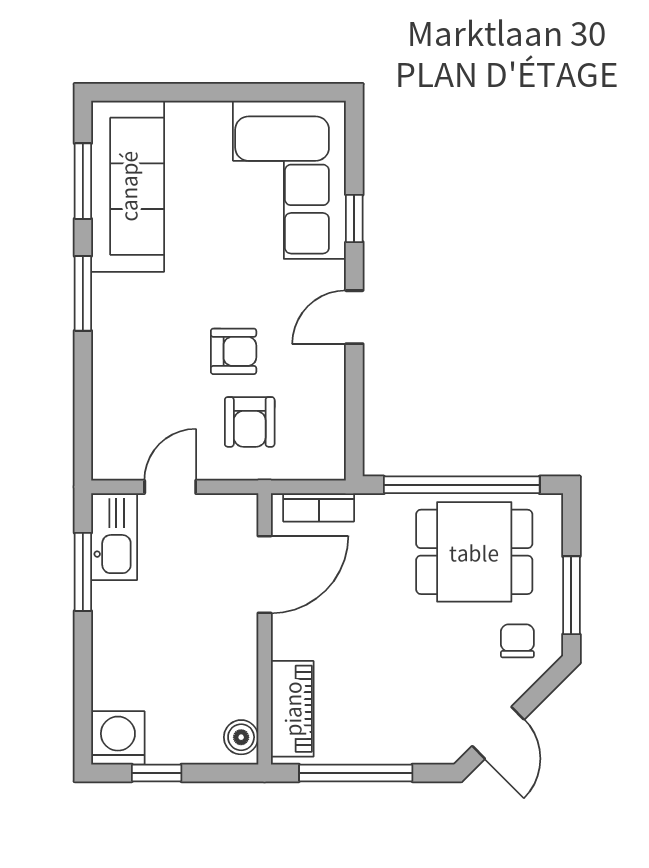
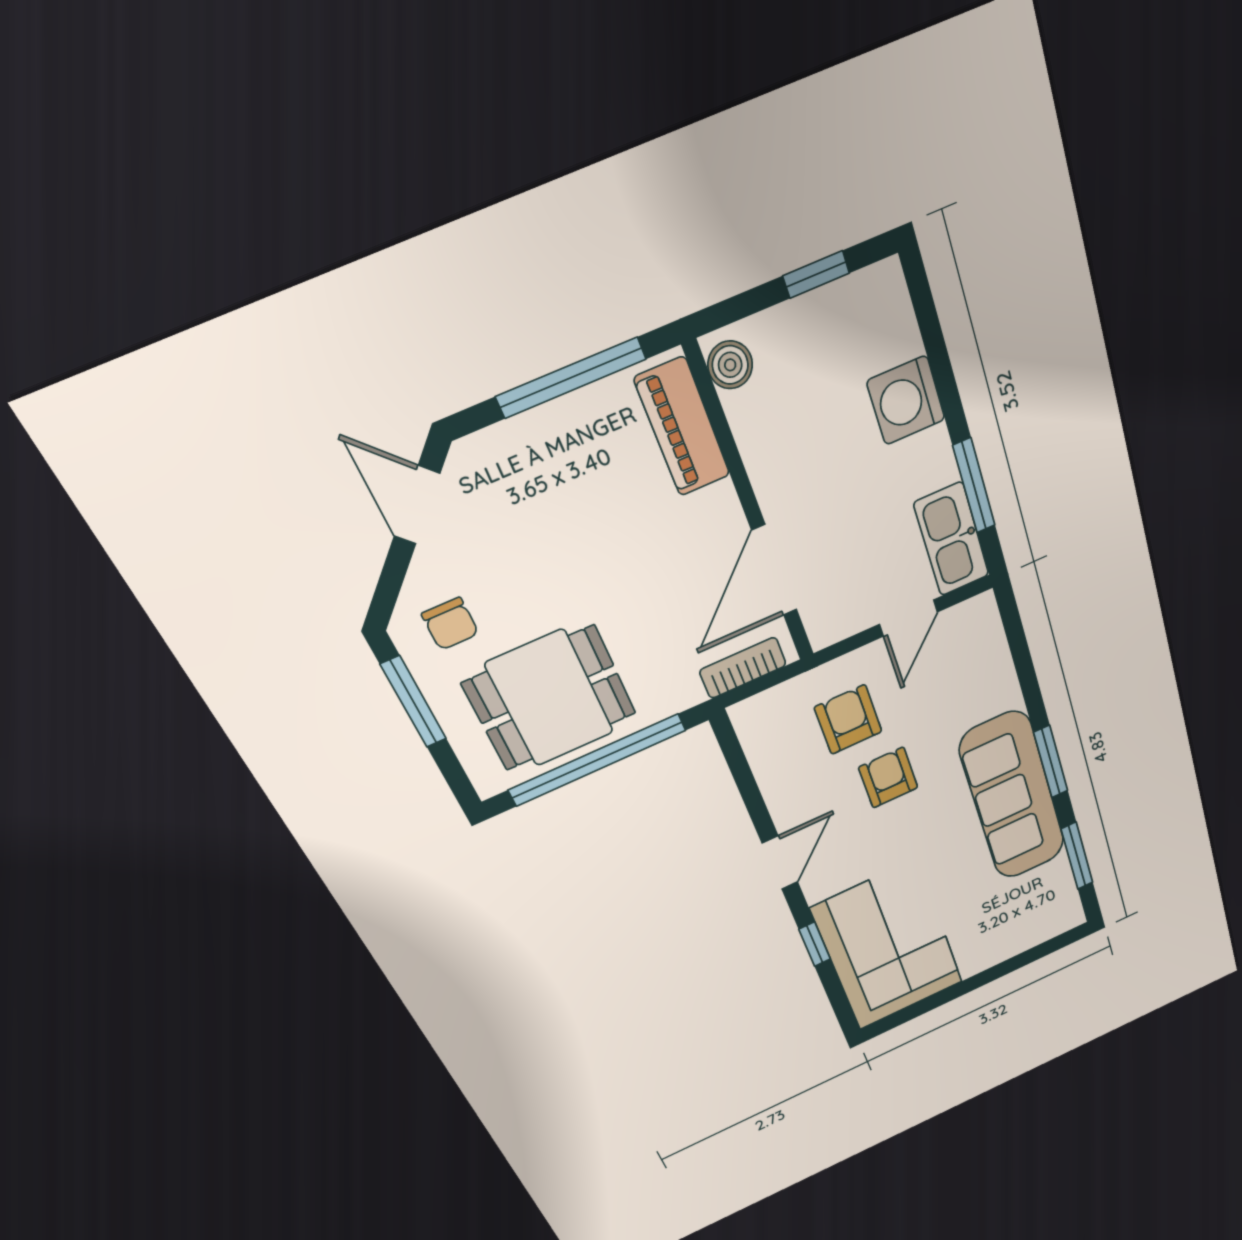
sofa: (128, 186) -> (1013, 796), moved
armchair: (234, 351) -> (888, 778), turned 90
washing machine: (118, 738) -> (906, 400), moved, turned 90

